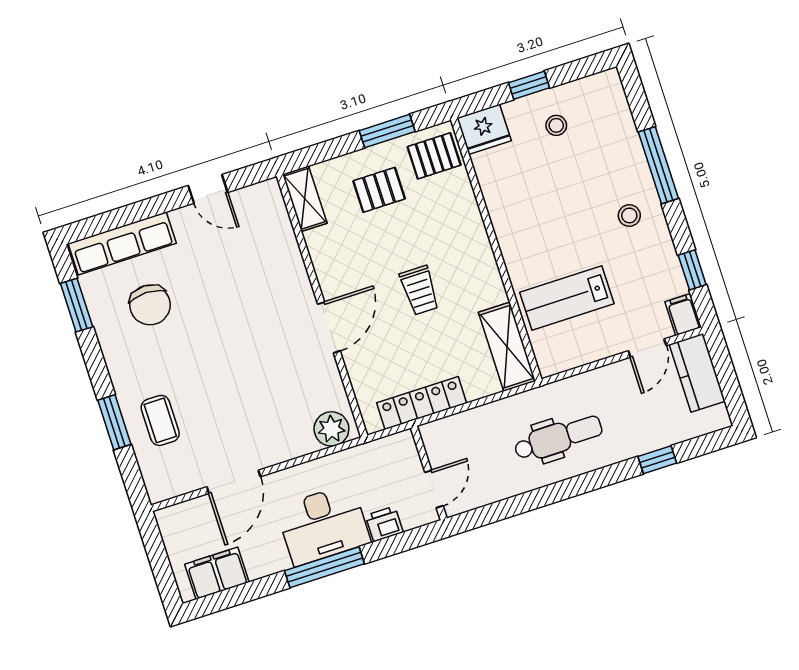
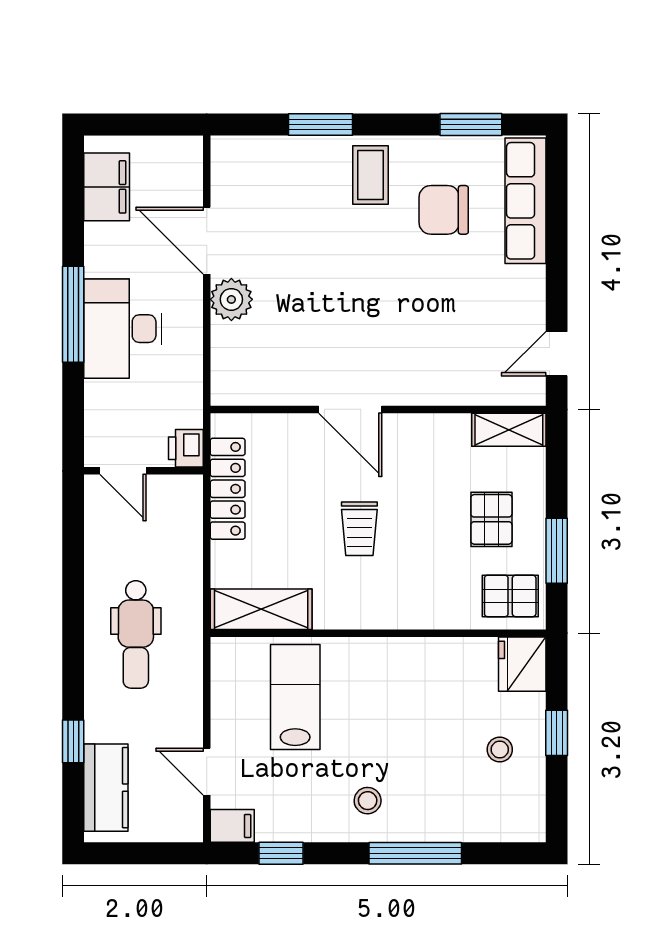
pallet: (434, 156) -> (510, 596), turned 90
door: (208, 189) -> (557, 354), moved
trolley: (420, 290) -> (359, 529), turned -90
kitchen counter: (697, 373) -> (106, 788), moved, turned 90
coffee table: (160, 420) -> (370, 175), moved, turned 90
plant: (331, 429) -> (231, 299), moved
printer: (384, 524) -> (186, 448), moved, turned 180

